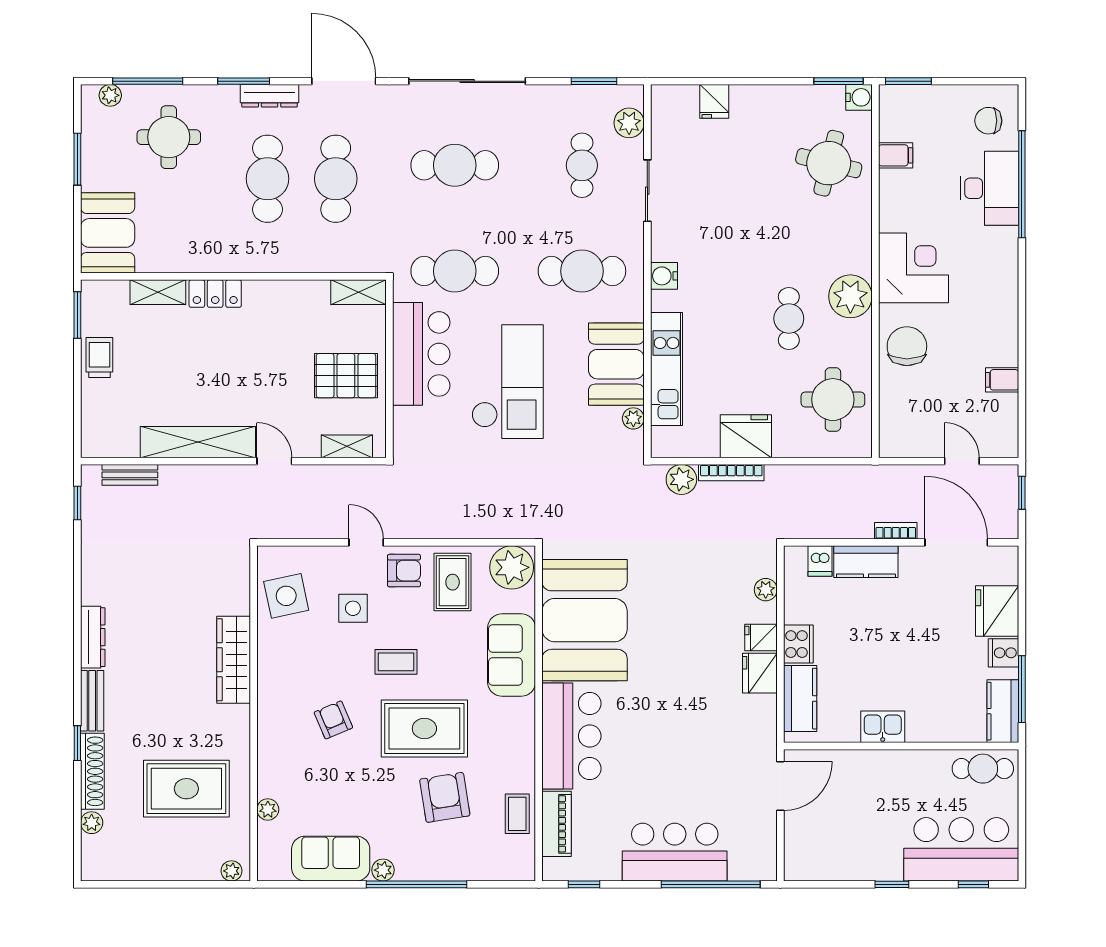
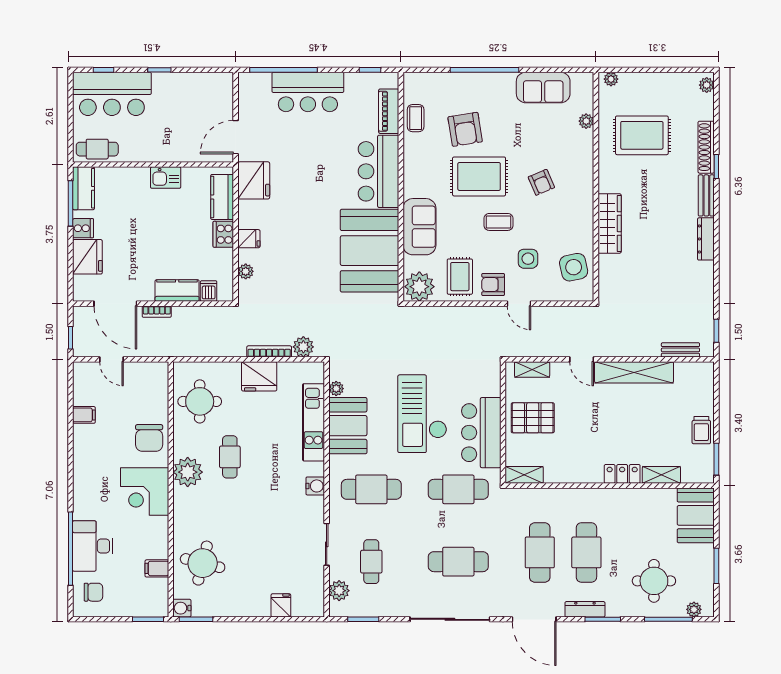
fridge: (760, 673) -> (254, 180), moved, width x1.36, depth x1.34
plant: (92, 823) -> (707, 85), moved
plant: (383, 870) -> (507, 80), removed

